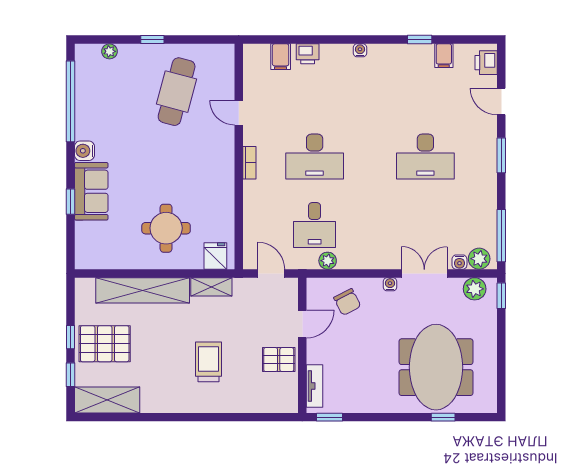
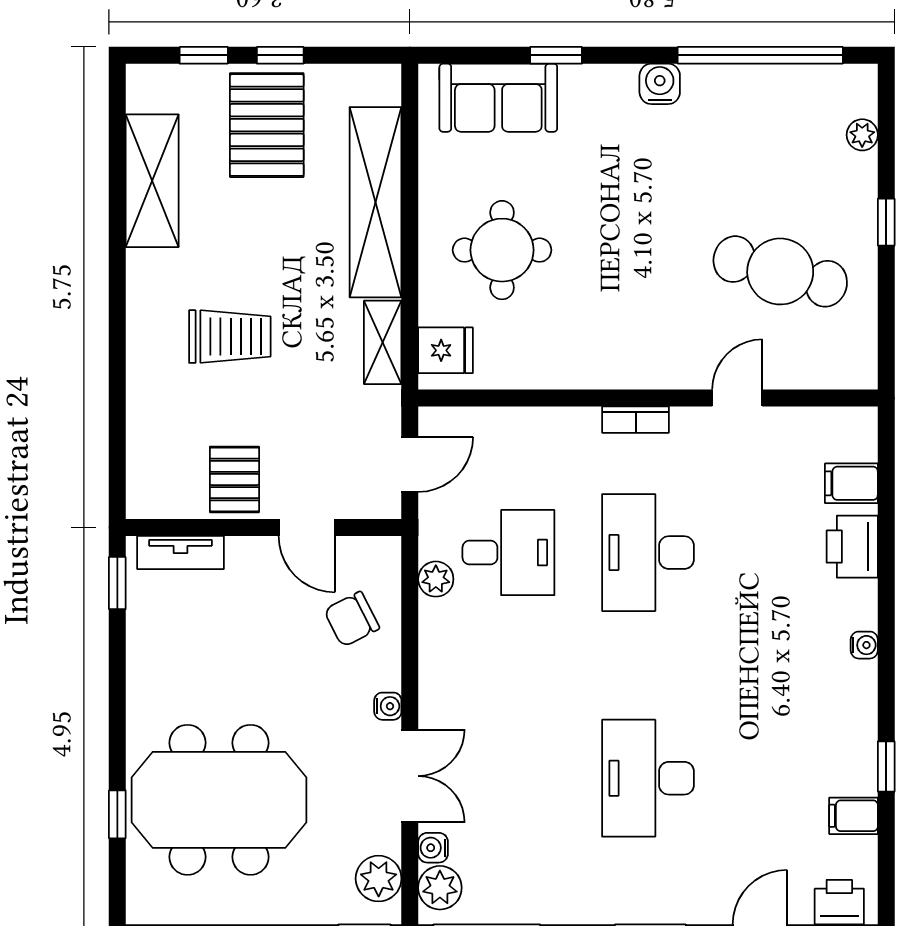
printer: (308, 54) -> (852, 547), width x1.36, depth x1.24
sofa: (91, 191) -> (498, 98), moved
desk: (315, 225) -> (508, 553), turned 180
shelving: (107, 400) -> (152, 181), moved

